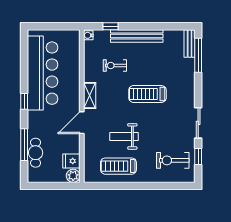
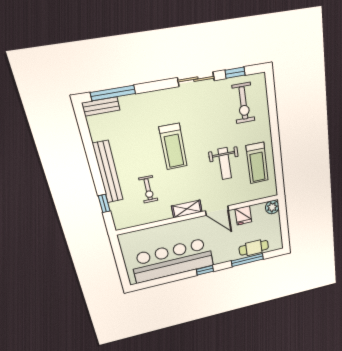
water cooler: (88, 35) -> (121, 225), removed
fridge: (71, 161) -> (243, 215), moved

